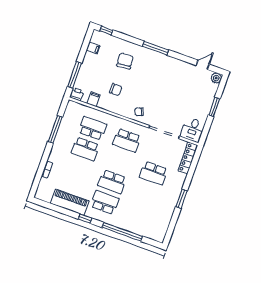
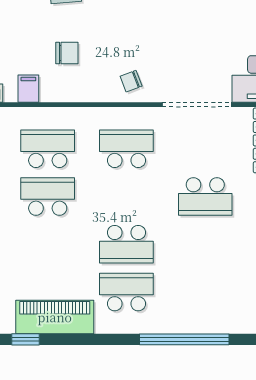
school desk: (127, 140) -> (126, 149), turned 180
school desk: (85, 149) -> (48, 196), turned 180
window: (85, 219) -> (26, 339), moved

